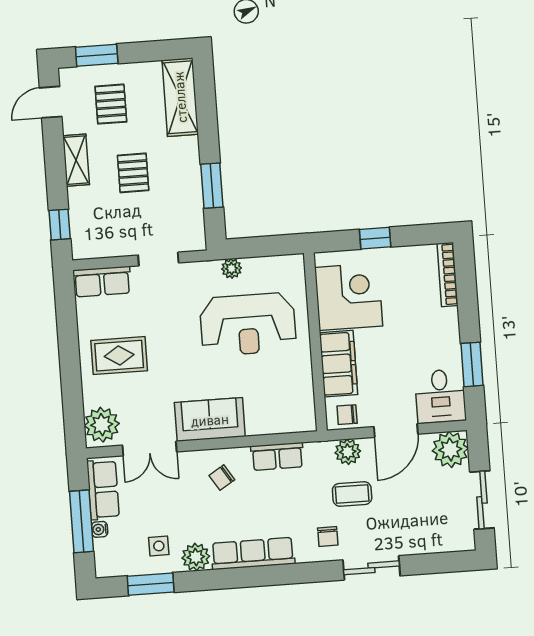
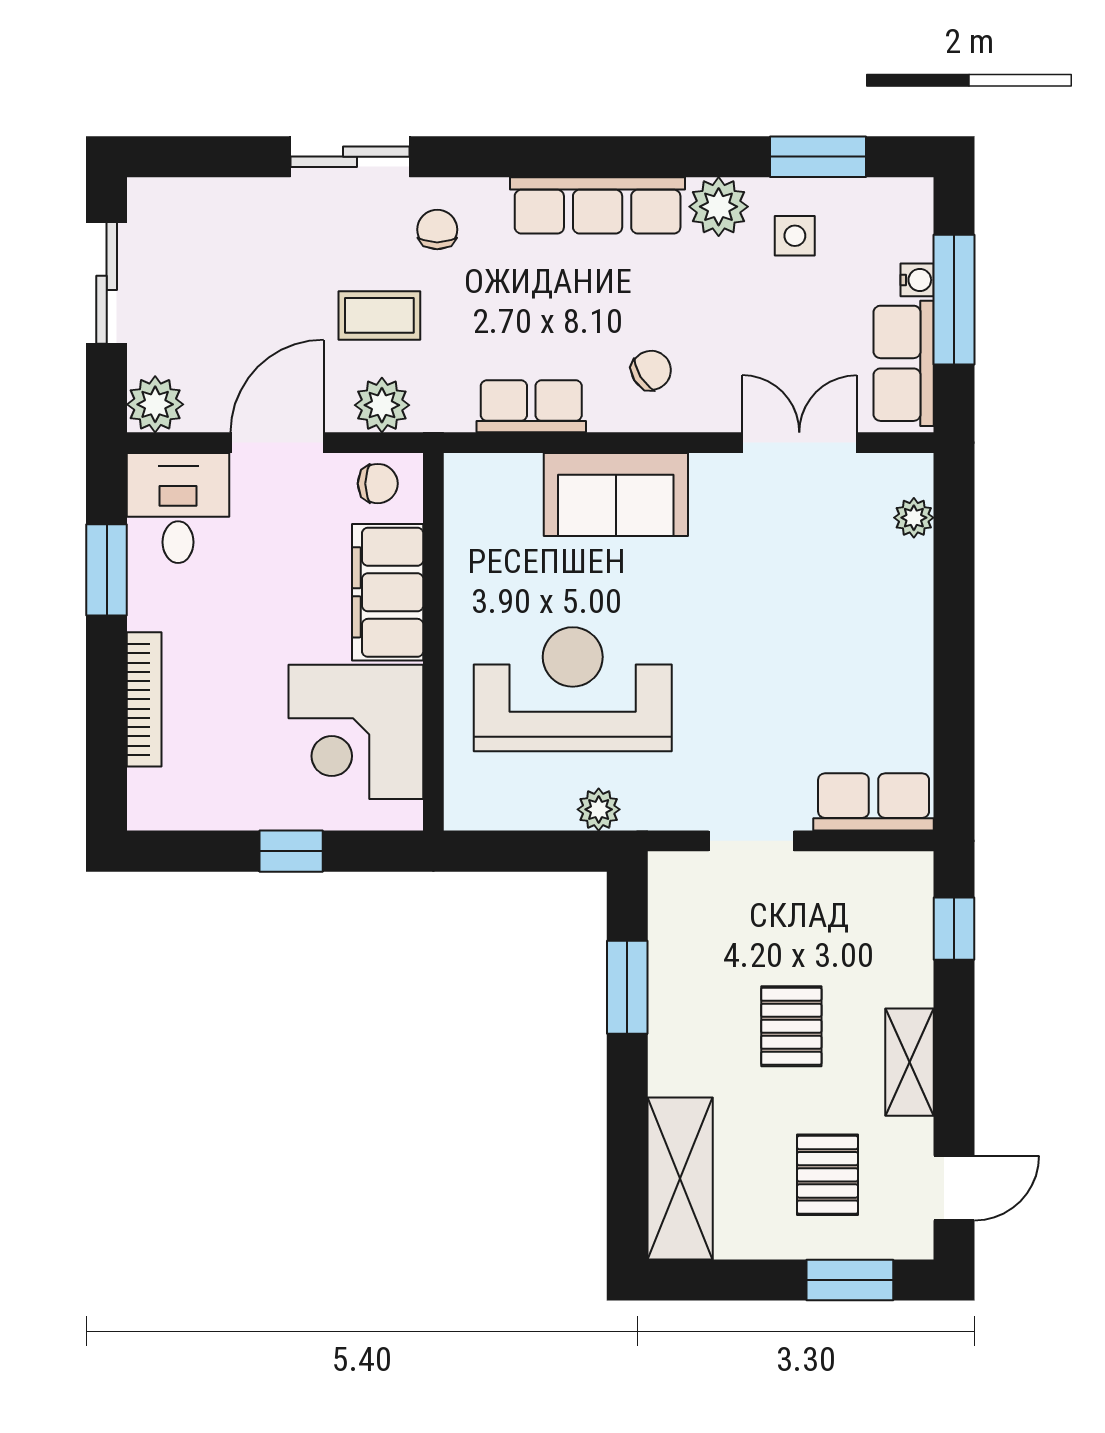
bookcase: (448, 274) -> (144, 699), moved
rug: (119, 356) -> (849, 643), removed
sofa: (210, 420) -> (616, 494), moved
plant: (102, 425) -> (914, 518), width x0.53, depth x0.53
plant: (450, 450) -> (155, 404), width x0.73, depth x0.73

